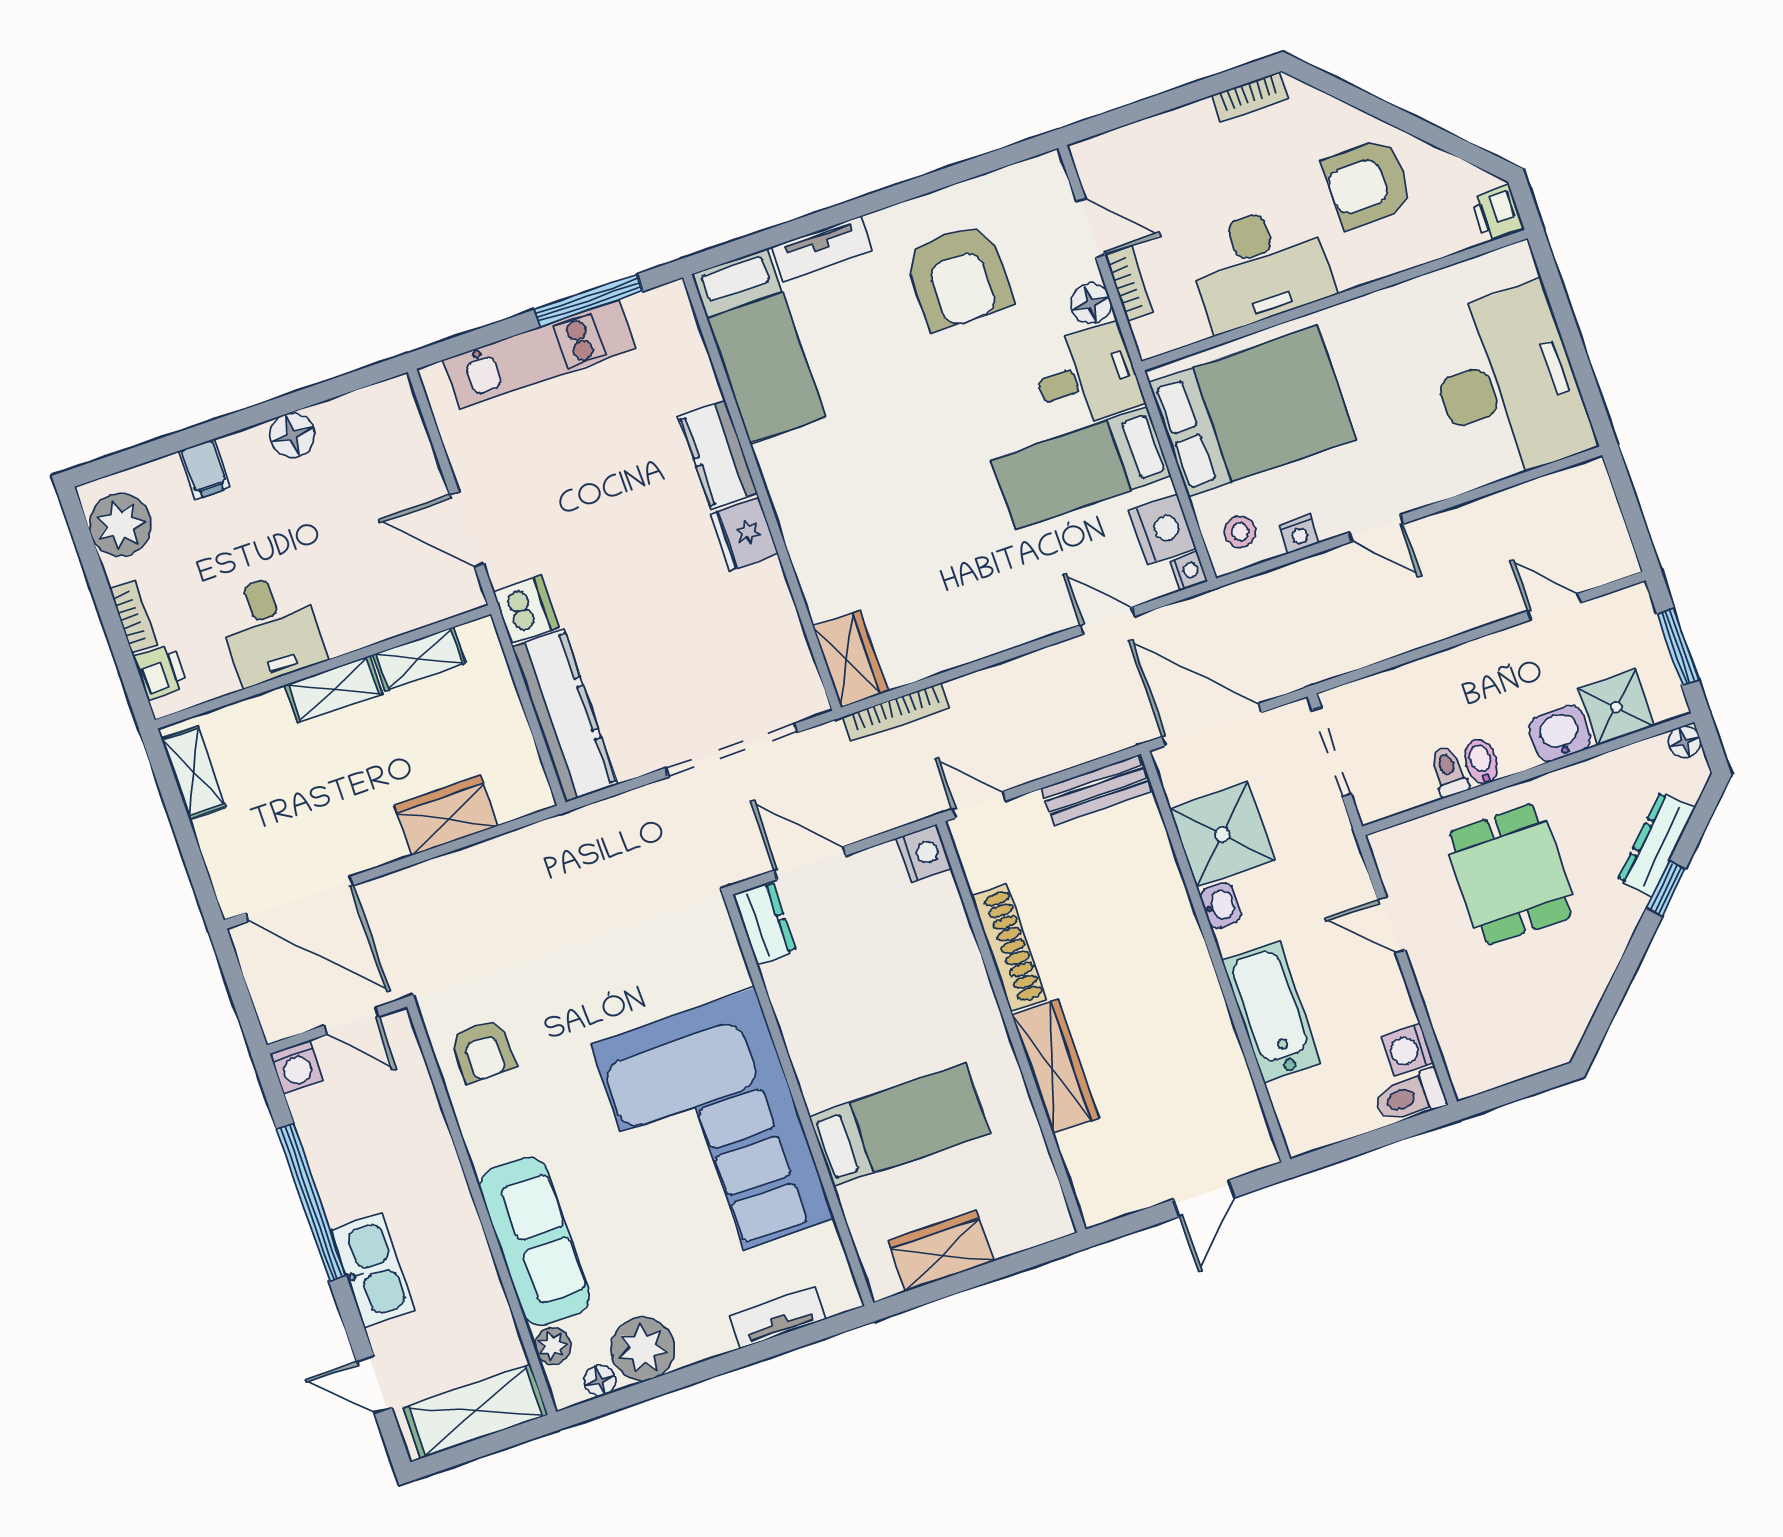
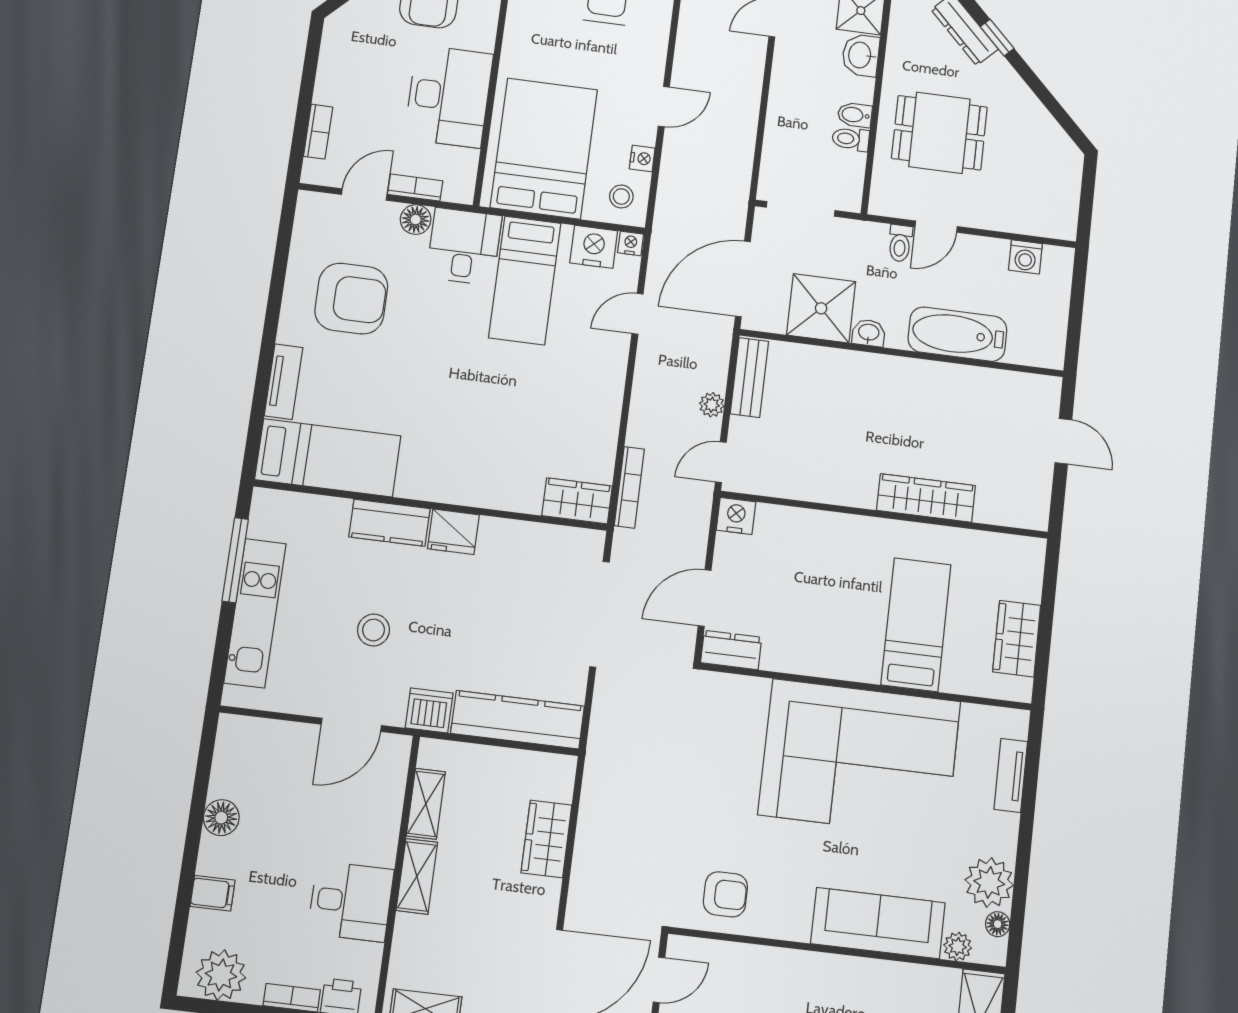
bookcase: (1250, 97) -> (318, 132), moved
stool: (586, 499) -> (374, 630), added
plant: (1042, 761) -> (712, 405), added
shoe rack: (1009, 948) -> (829, 490), removed
toilet: (1410, 1096) -> (900, 243), moved, width x0.73, depth x0.72

